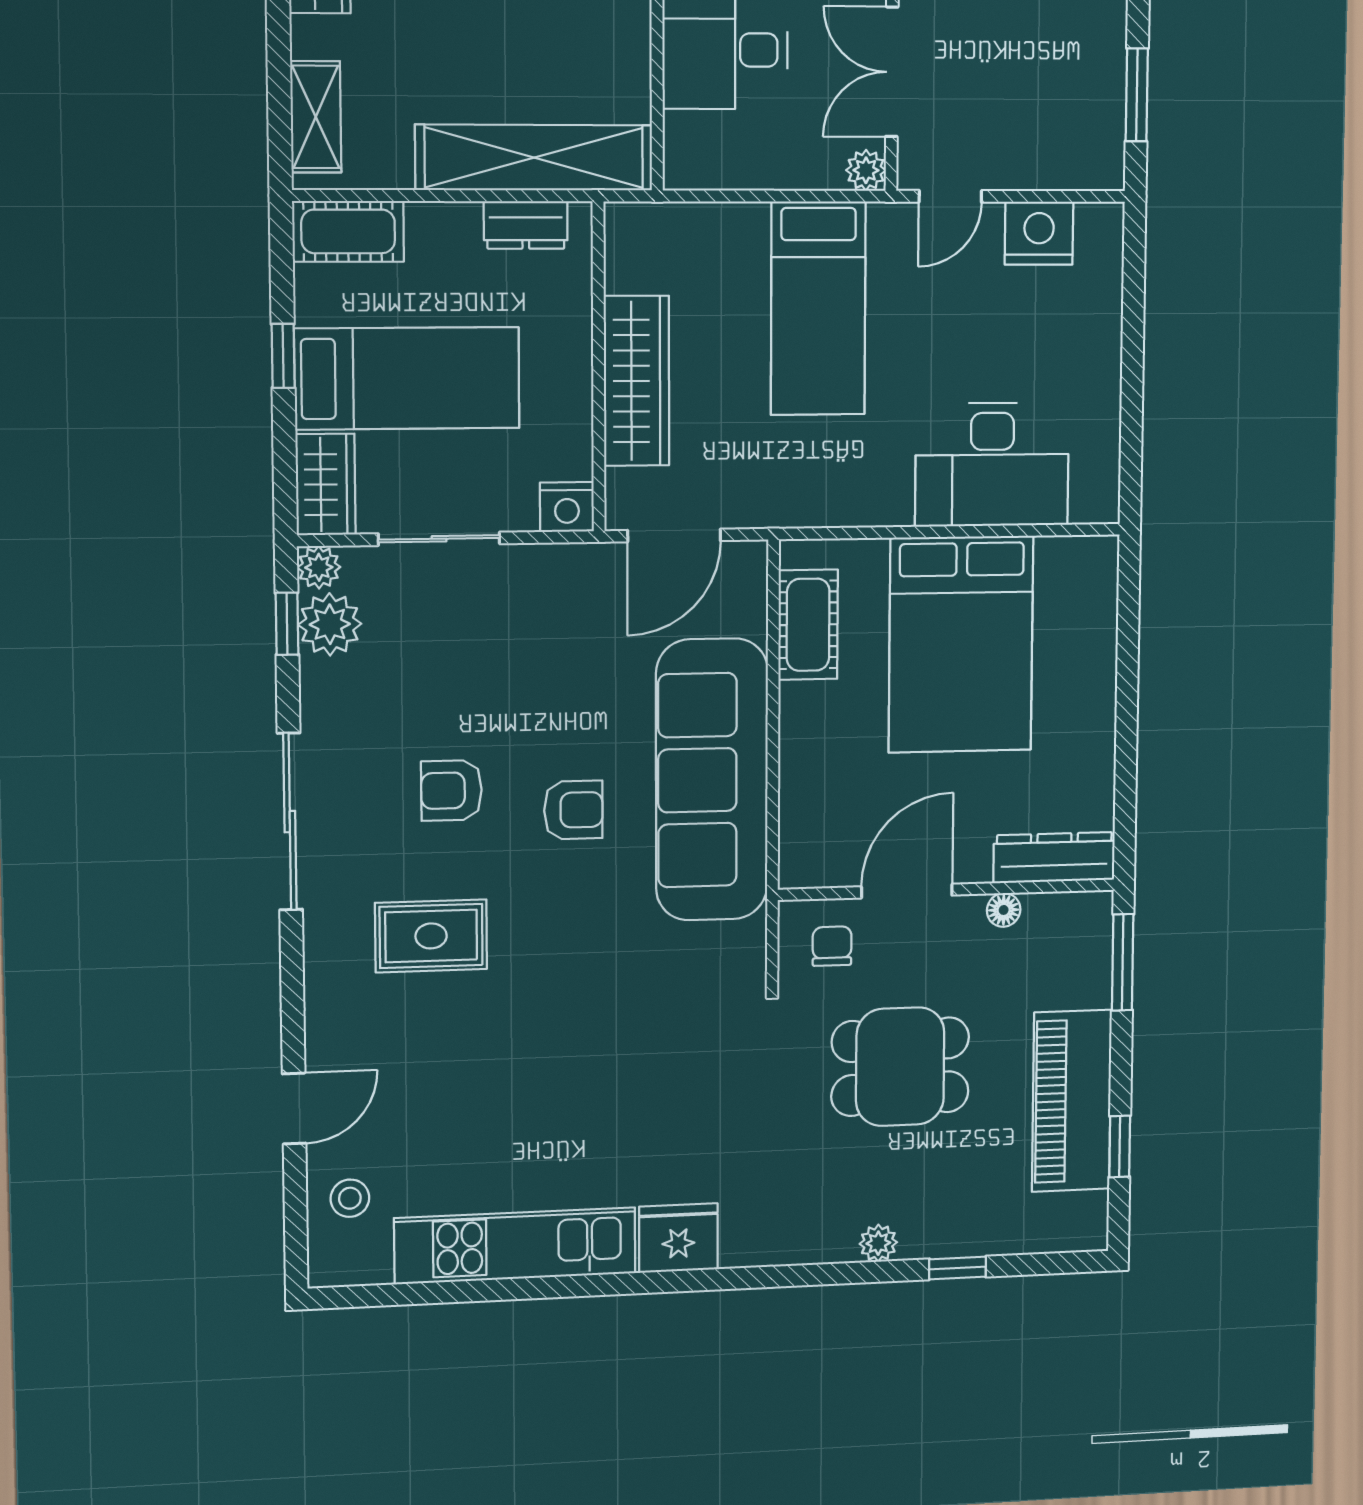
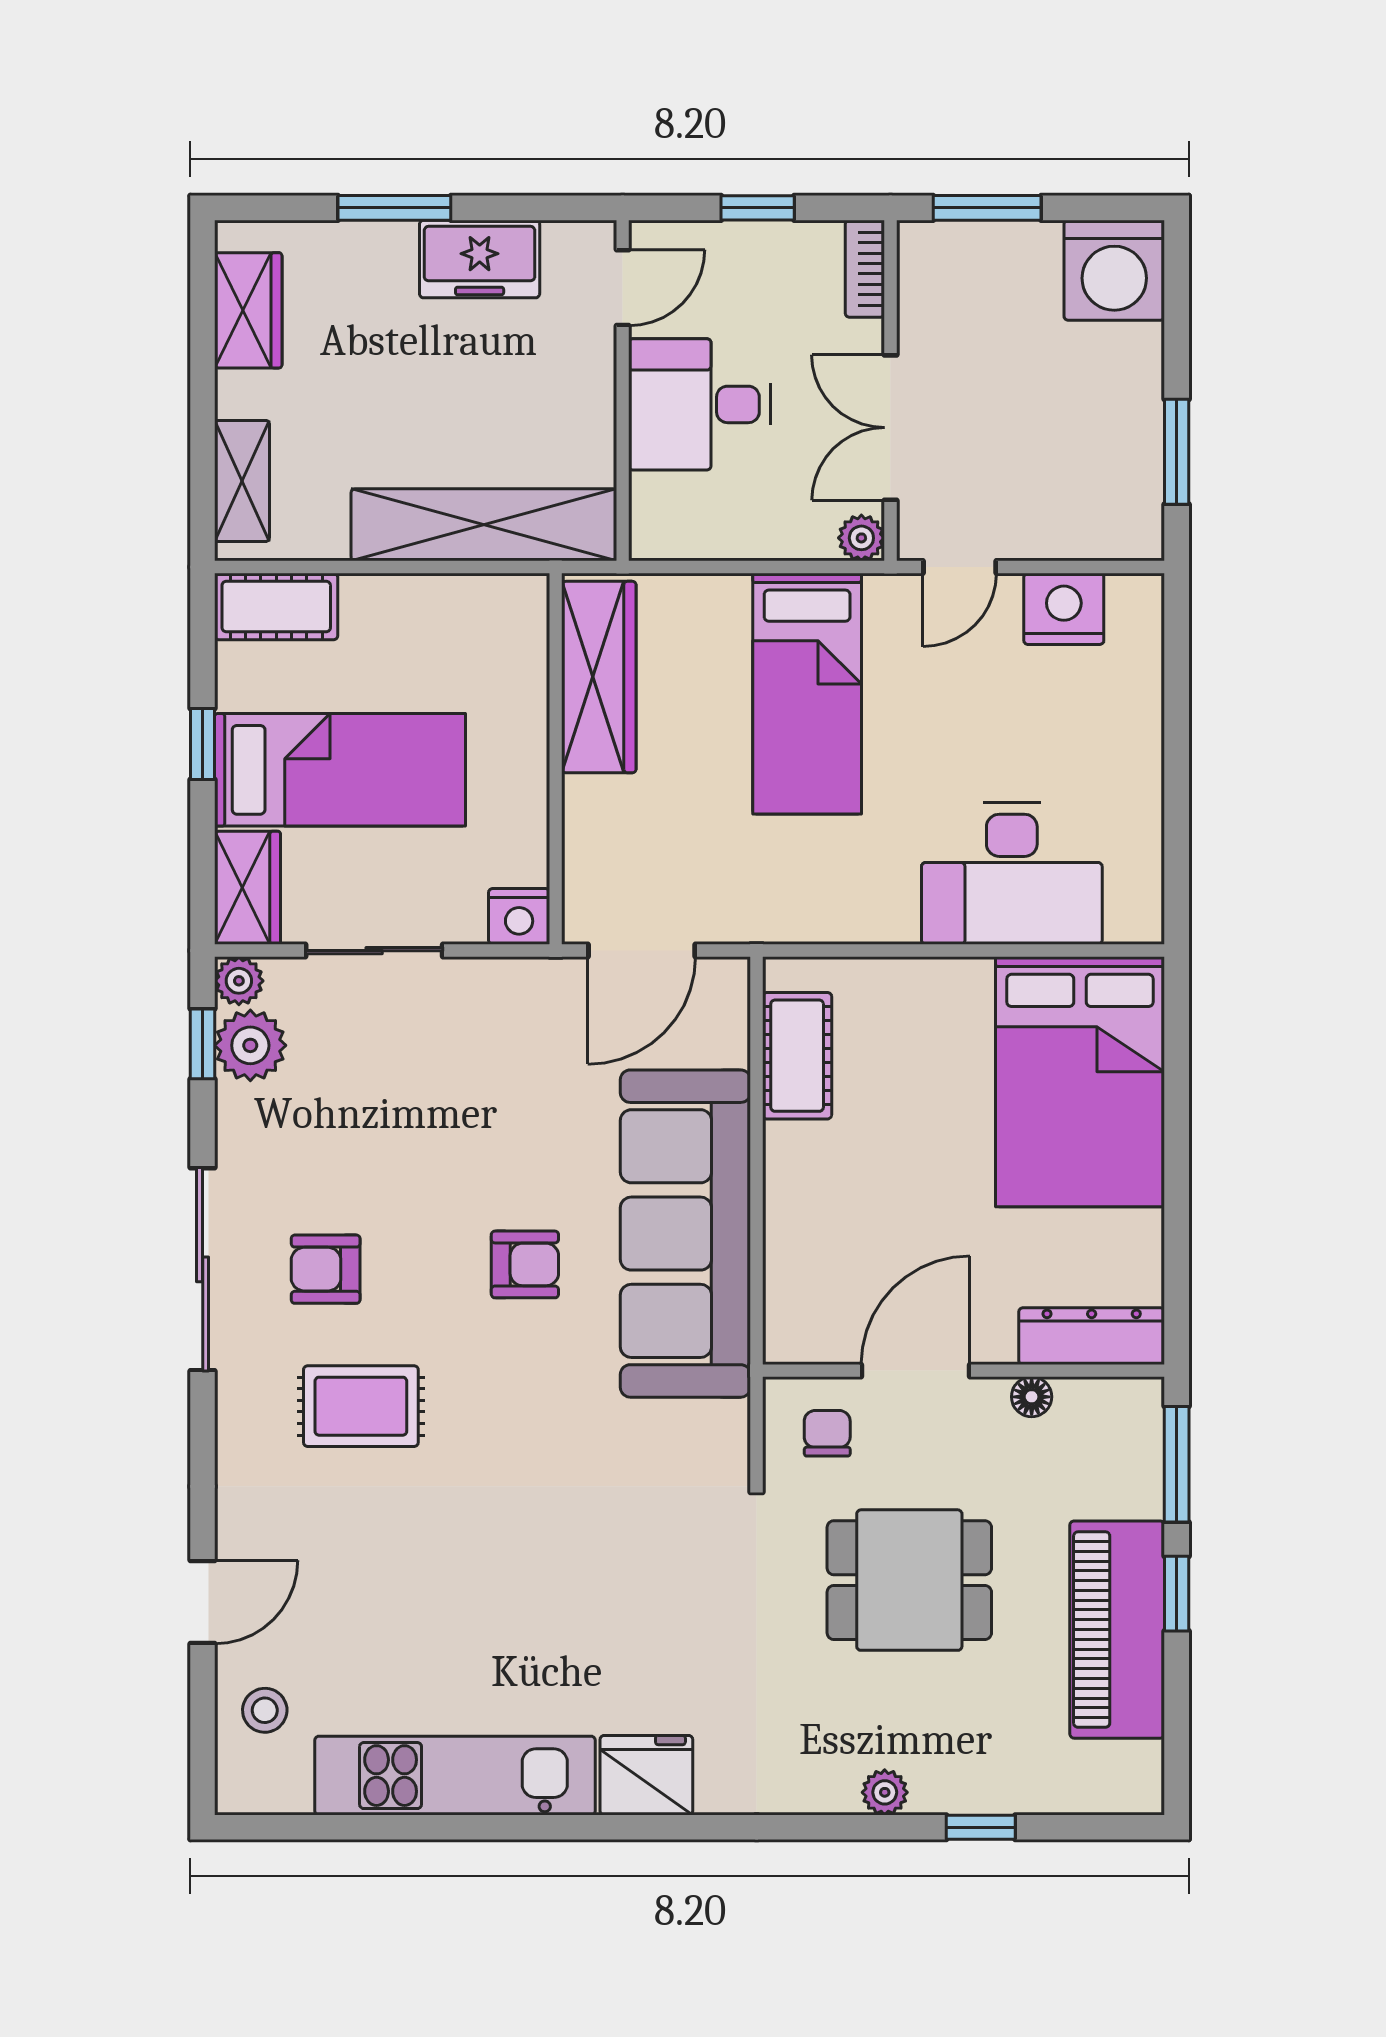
dresser: (526, 225) -> (474, 599), removed
wardrobe: (637, 381) -> (599, 677), moved
bed: (961, 644) -> (1080, 1082), moved
armchair: (451, 790) -> (326, 1269), moved
window: (1120, 1146) -> (1177, 1594), moved

